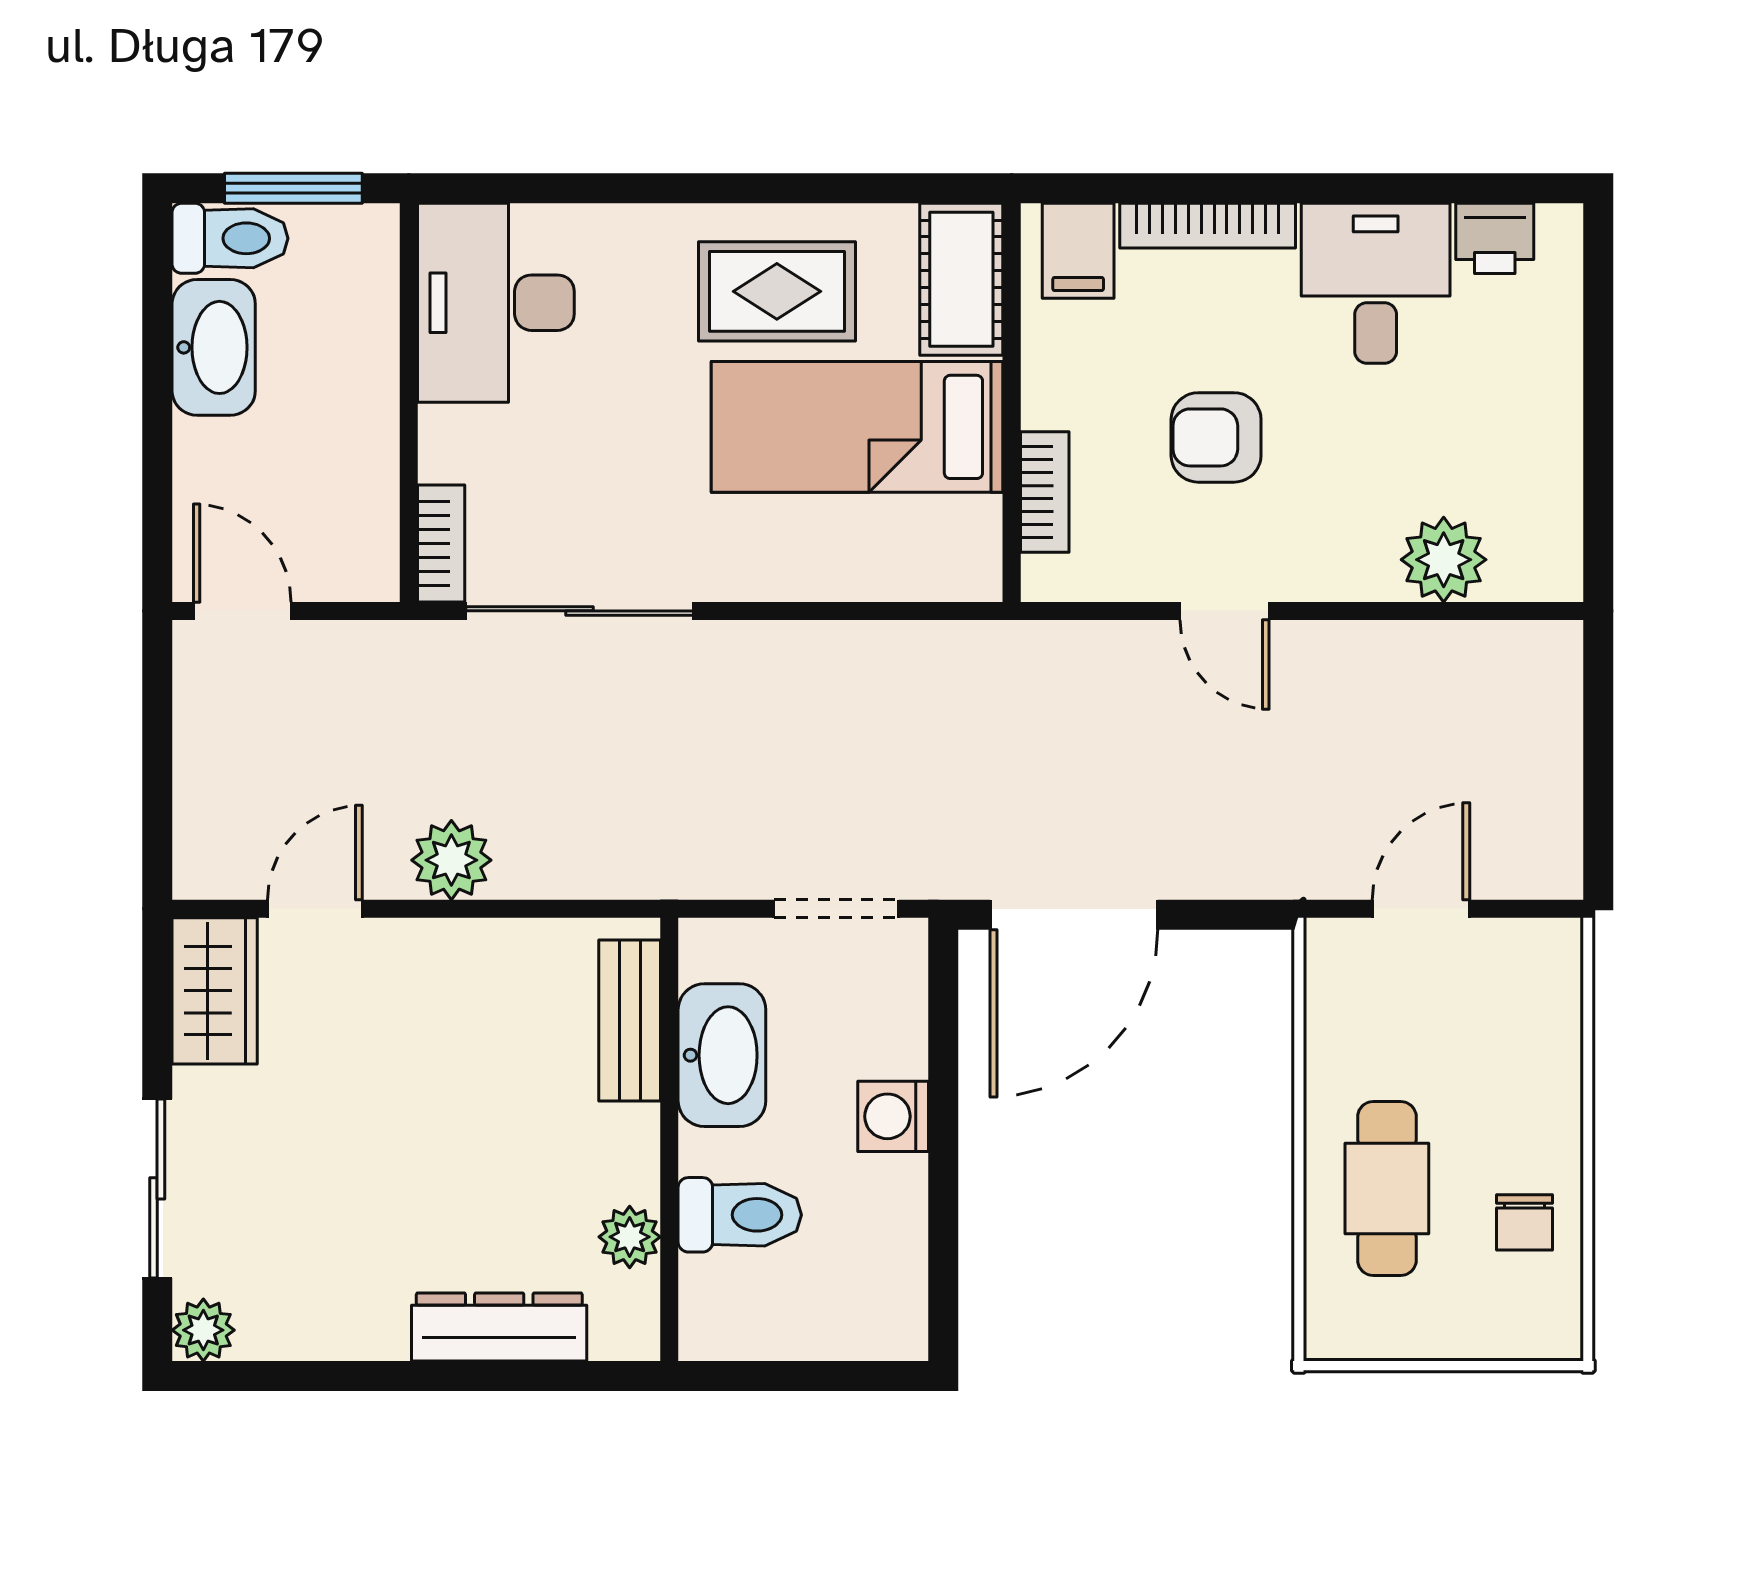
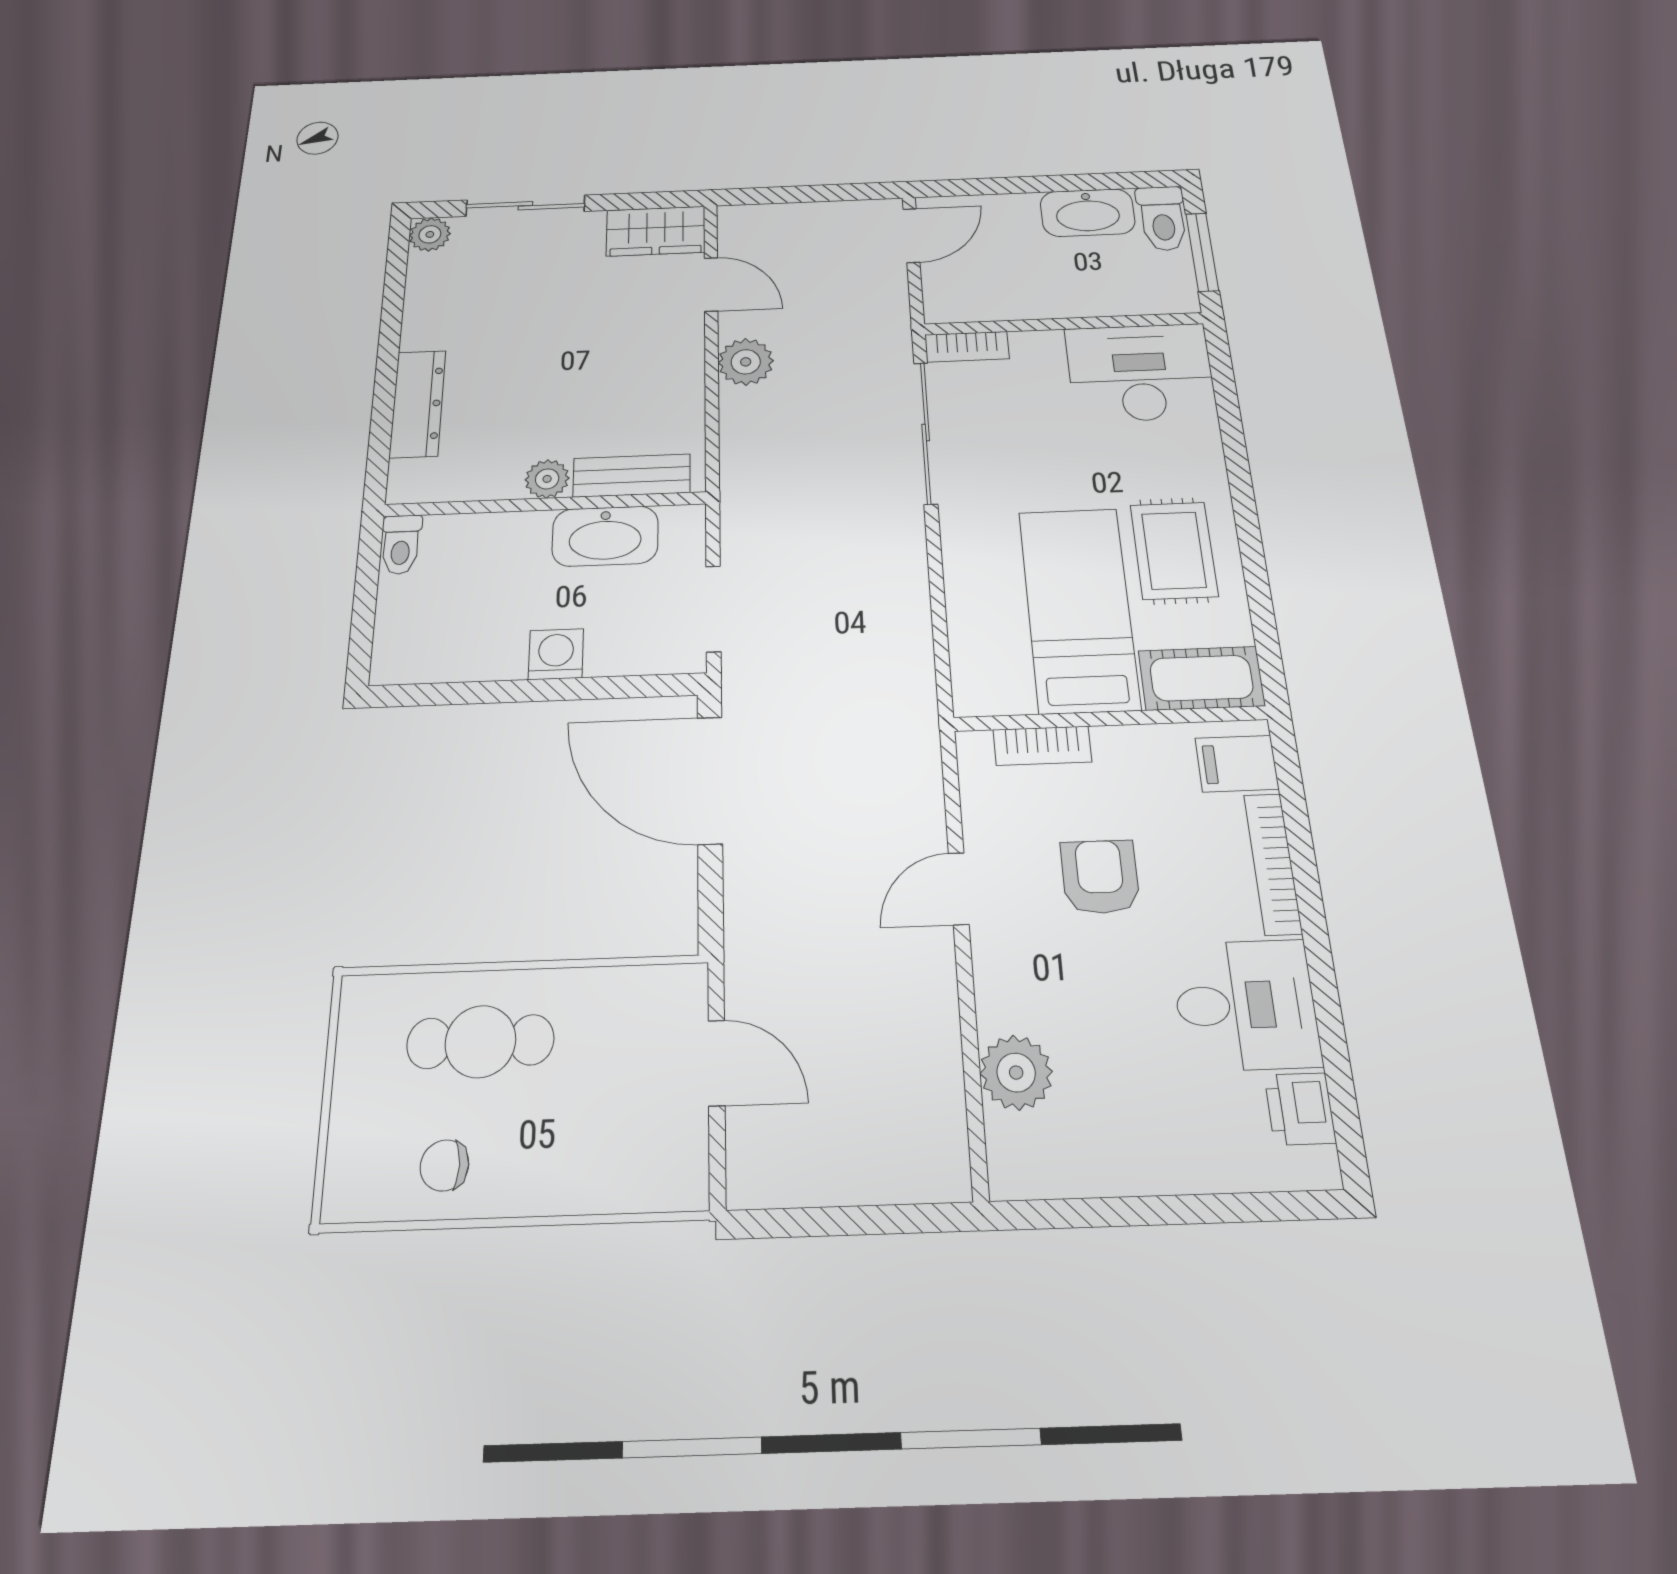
toilet: (740, 1215) -> (401, 545), moved, width x0.73, depth x0.72
plant: (630, 1237) -> (547, 479), moved

